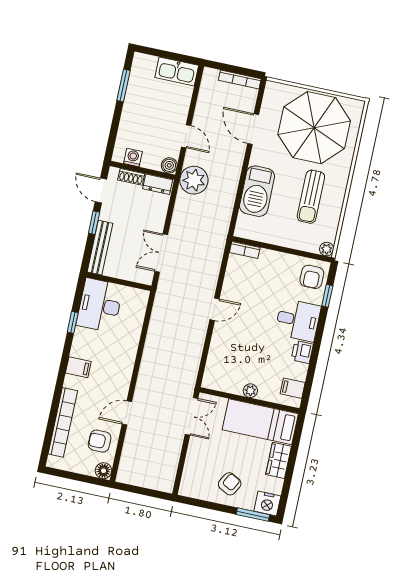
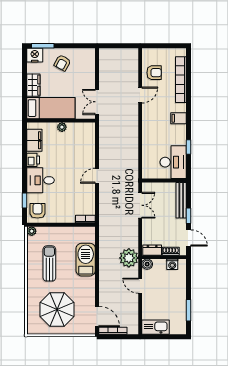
parasol: (314, 128) -> (57, 309), width x0.73, depth x0.73
door: (253, 129) -> (97, 316), moved
filing cabinet: (293, 388) -> (34, 140), width x2.00
floor lamp: (104, 471) -> (147, 54), removed

